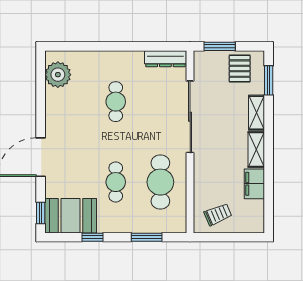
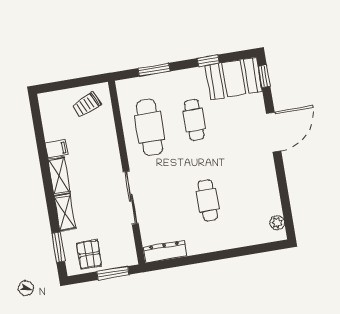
plant: (58, 75) -> (277, 223), width x0.53, depth x0.53
sliding door: (190, 117) -> (131, 198), width x0.73
filing cabinet: (254, 184) -> (56, 149), width x0.50

